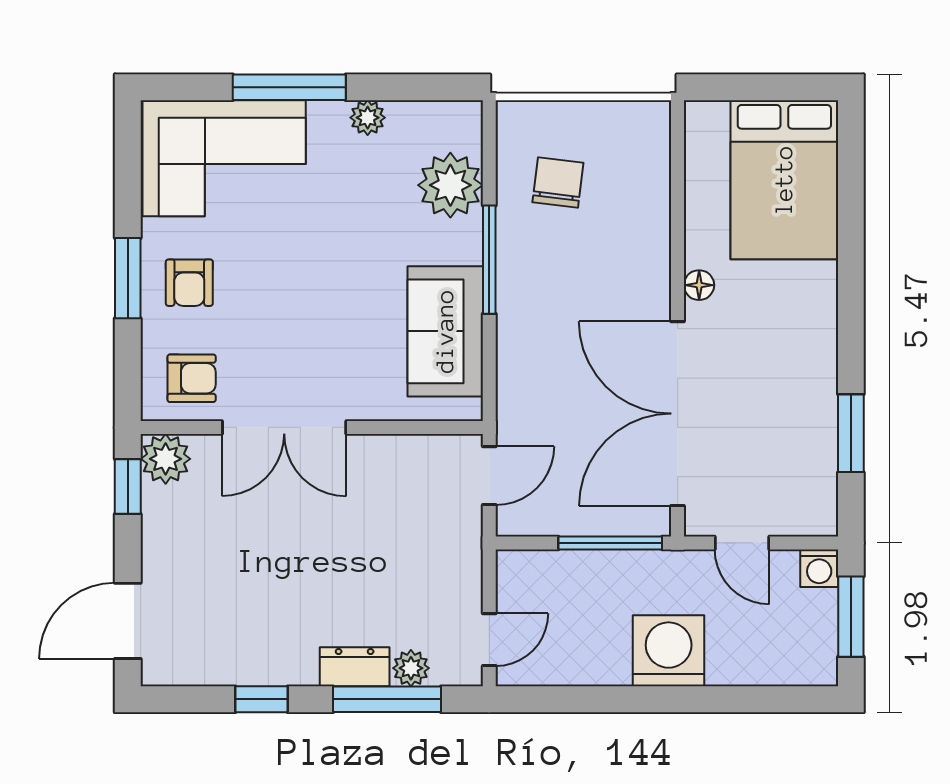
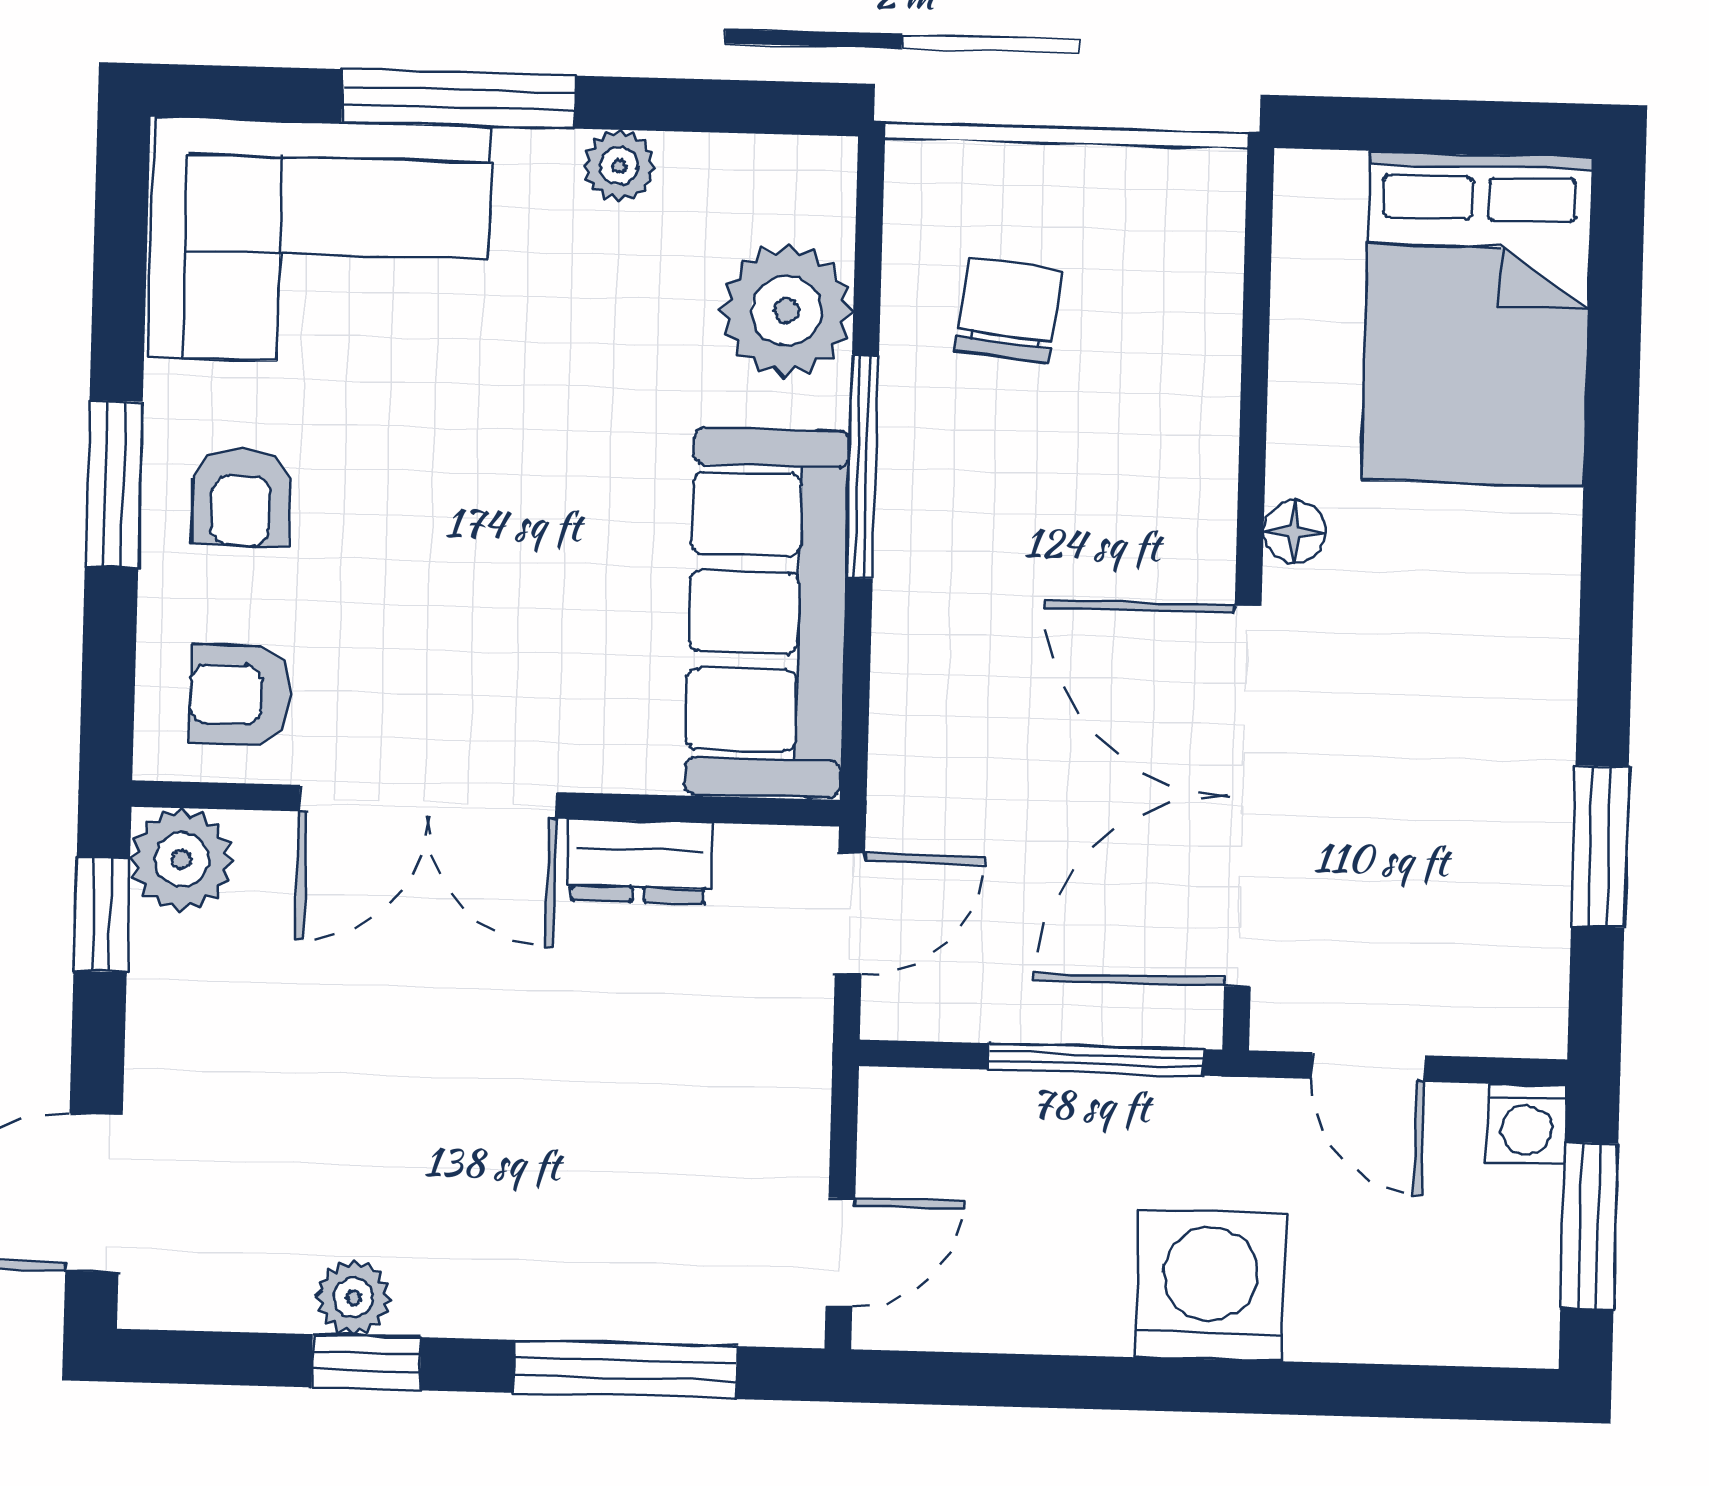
sofa: (445, 331) -> (767, 612), width x1.36
armchair: (192, 378) -> (240, 695), turned 180
dresser: (355, 667) -> (639, 861), moved, turned 180
plant: (411, 668) -> (353, 1298), moved

